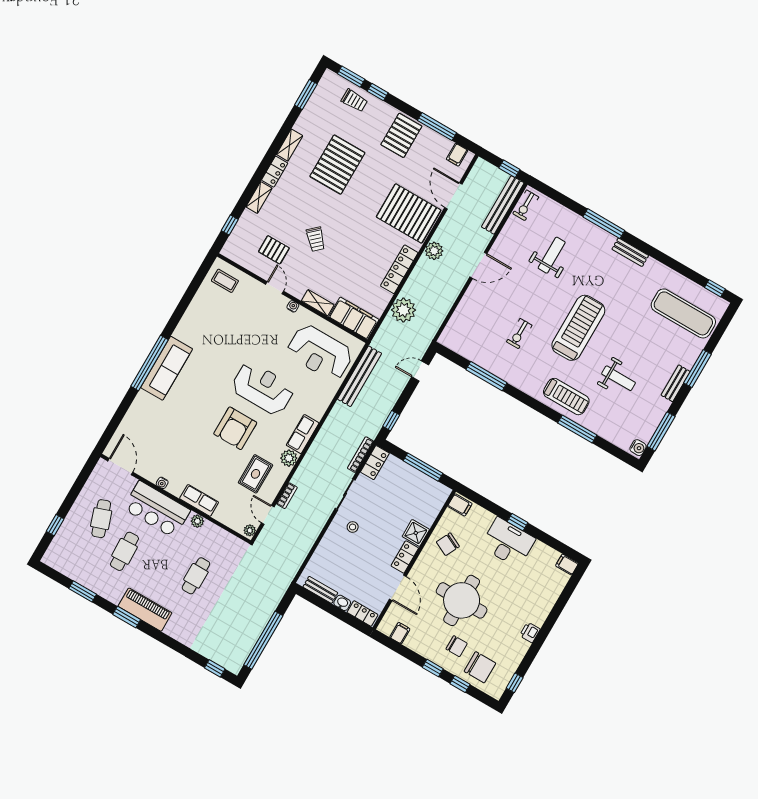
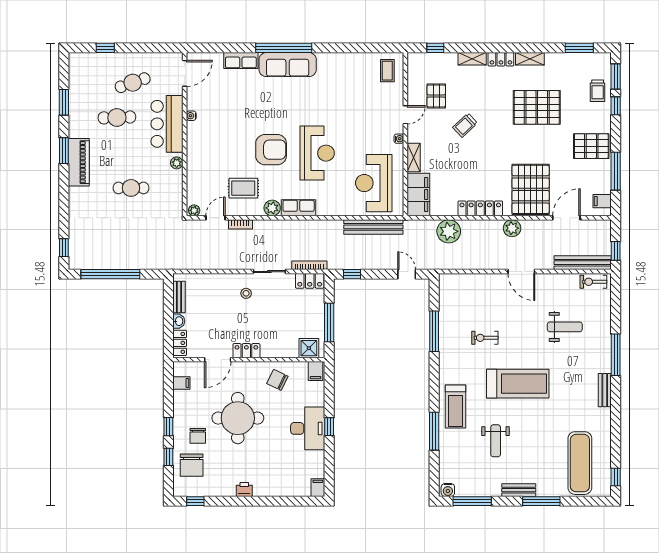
armchair: (235, 428) -> (271, 150), turned 180
row of seats: (199, 500) -> (241, 61), moved, turned 90
shower: (416, 533) -> (309, 348), moved

